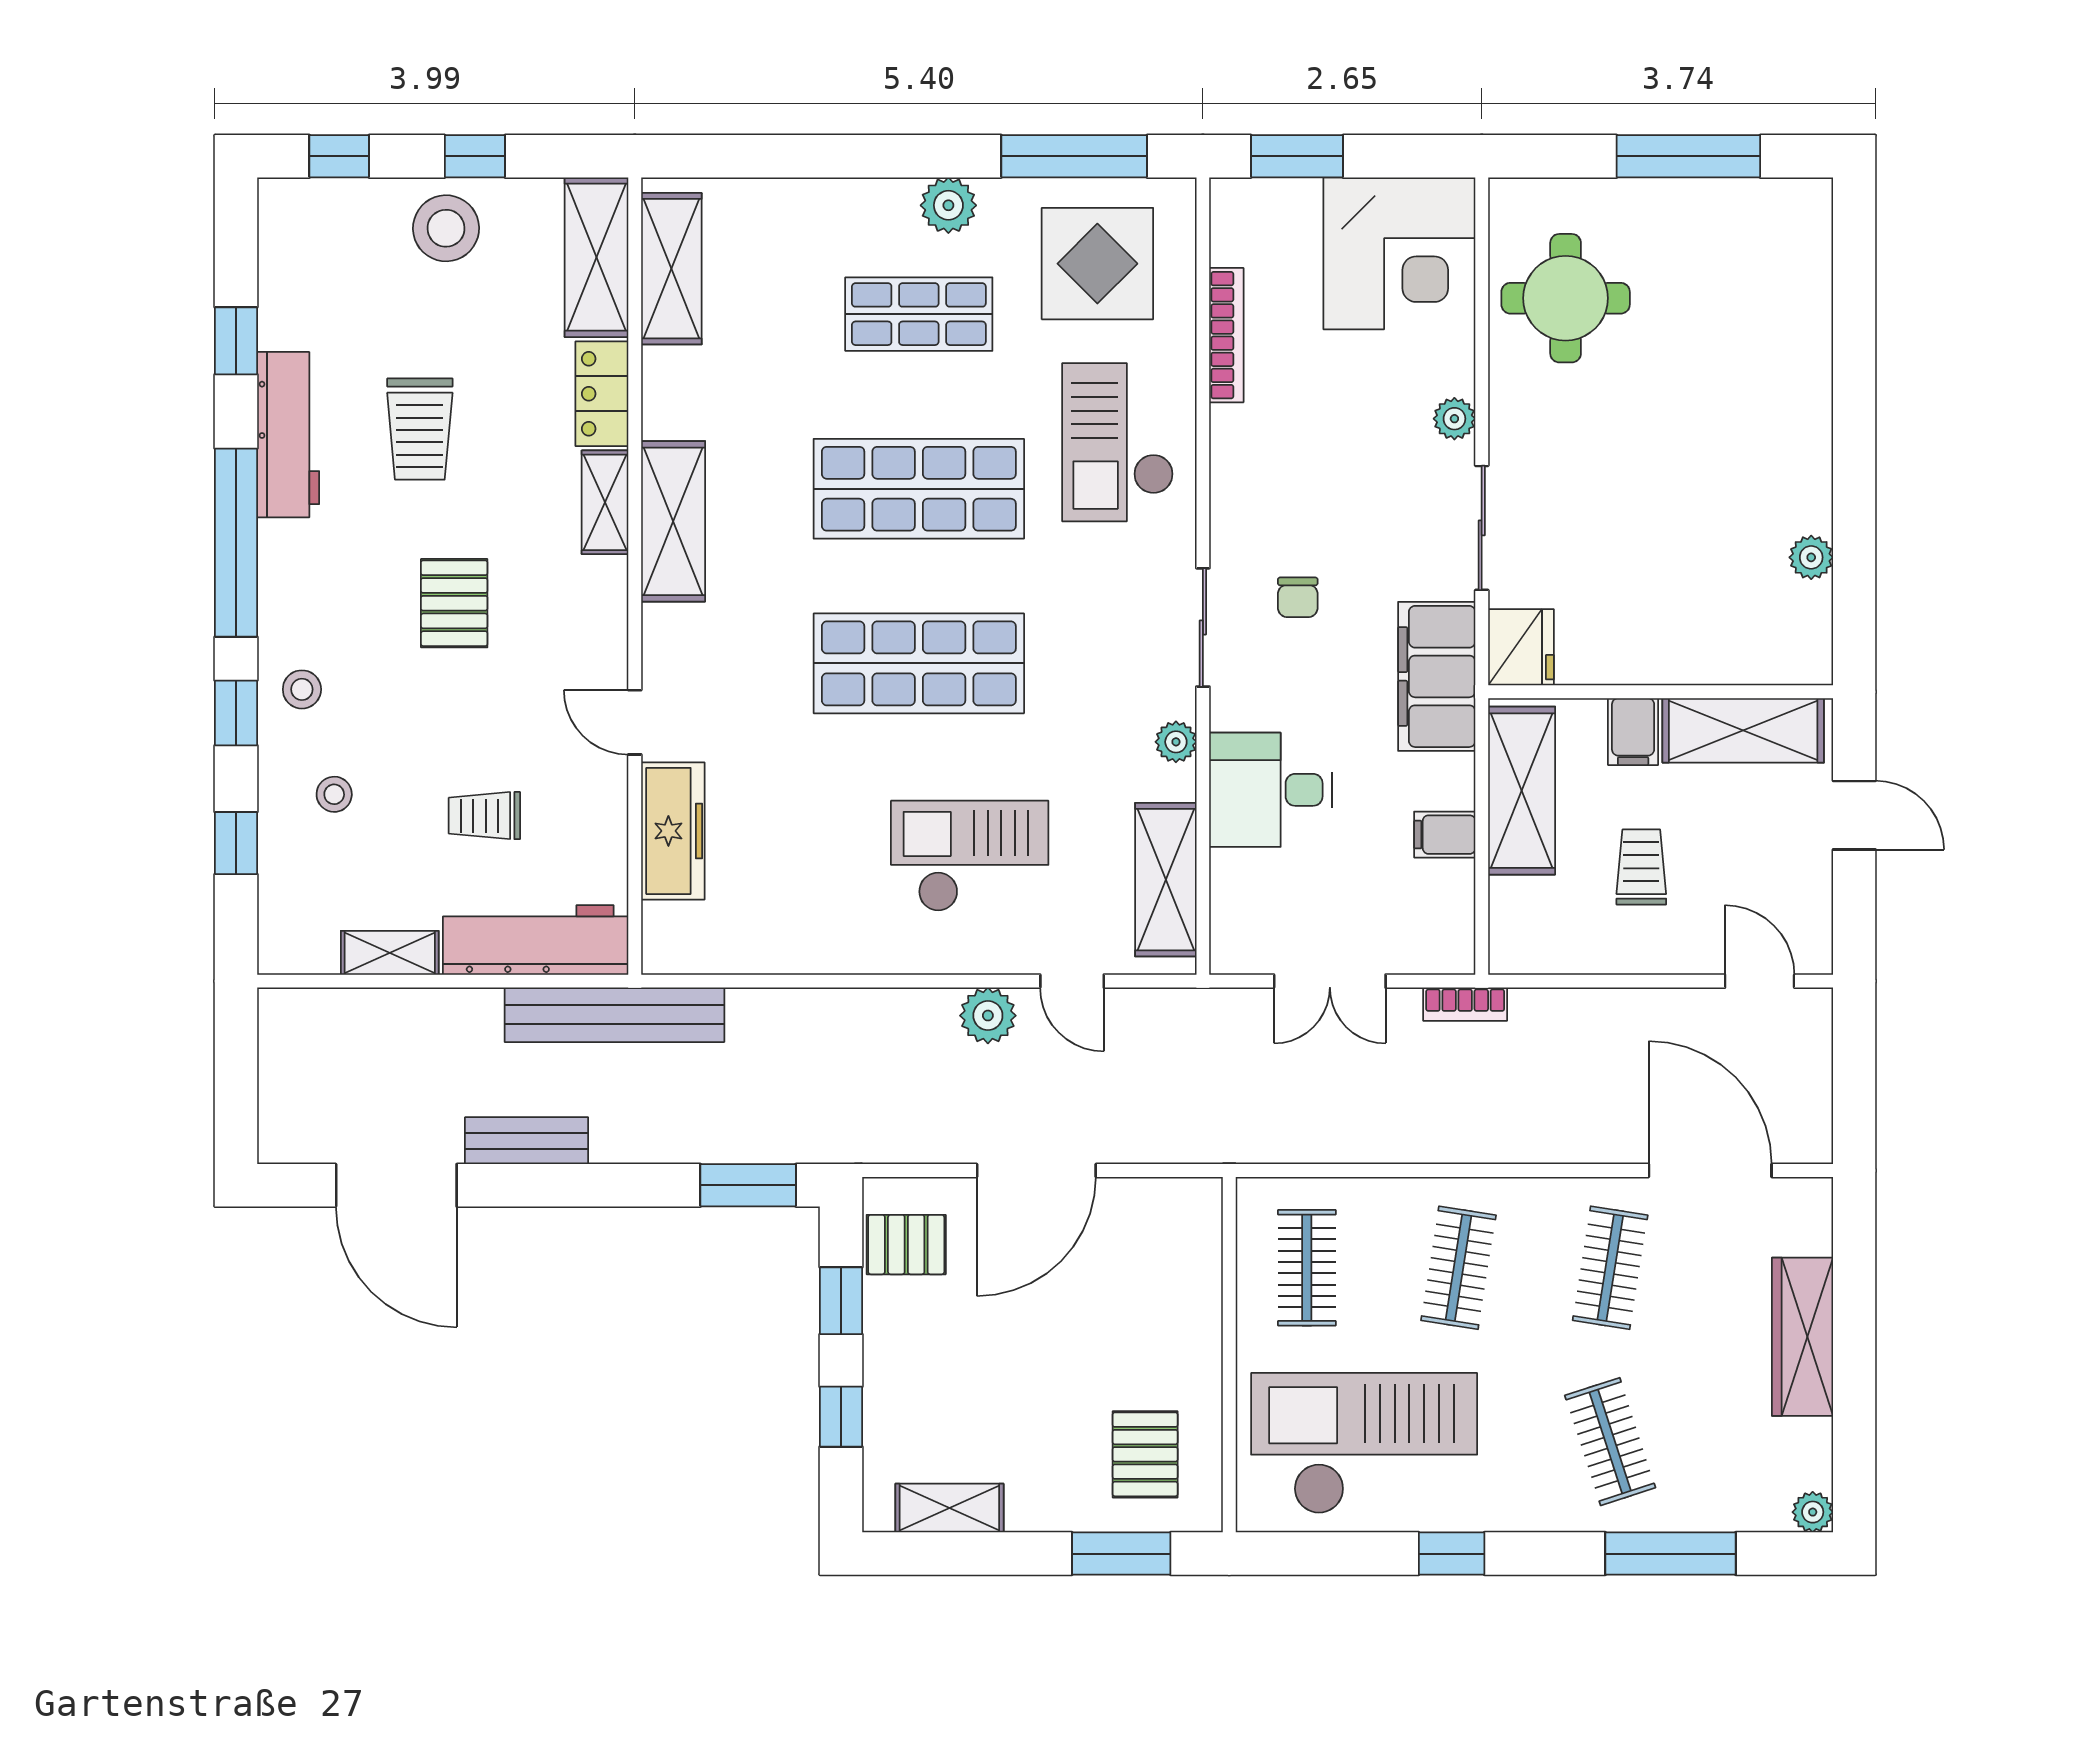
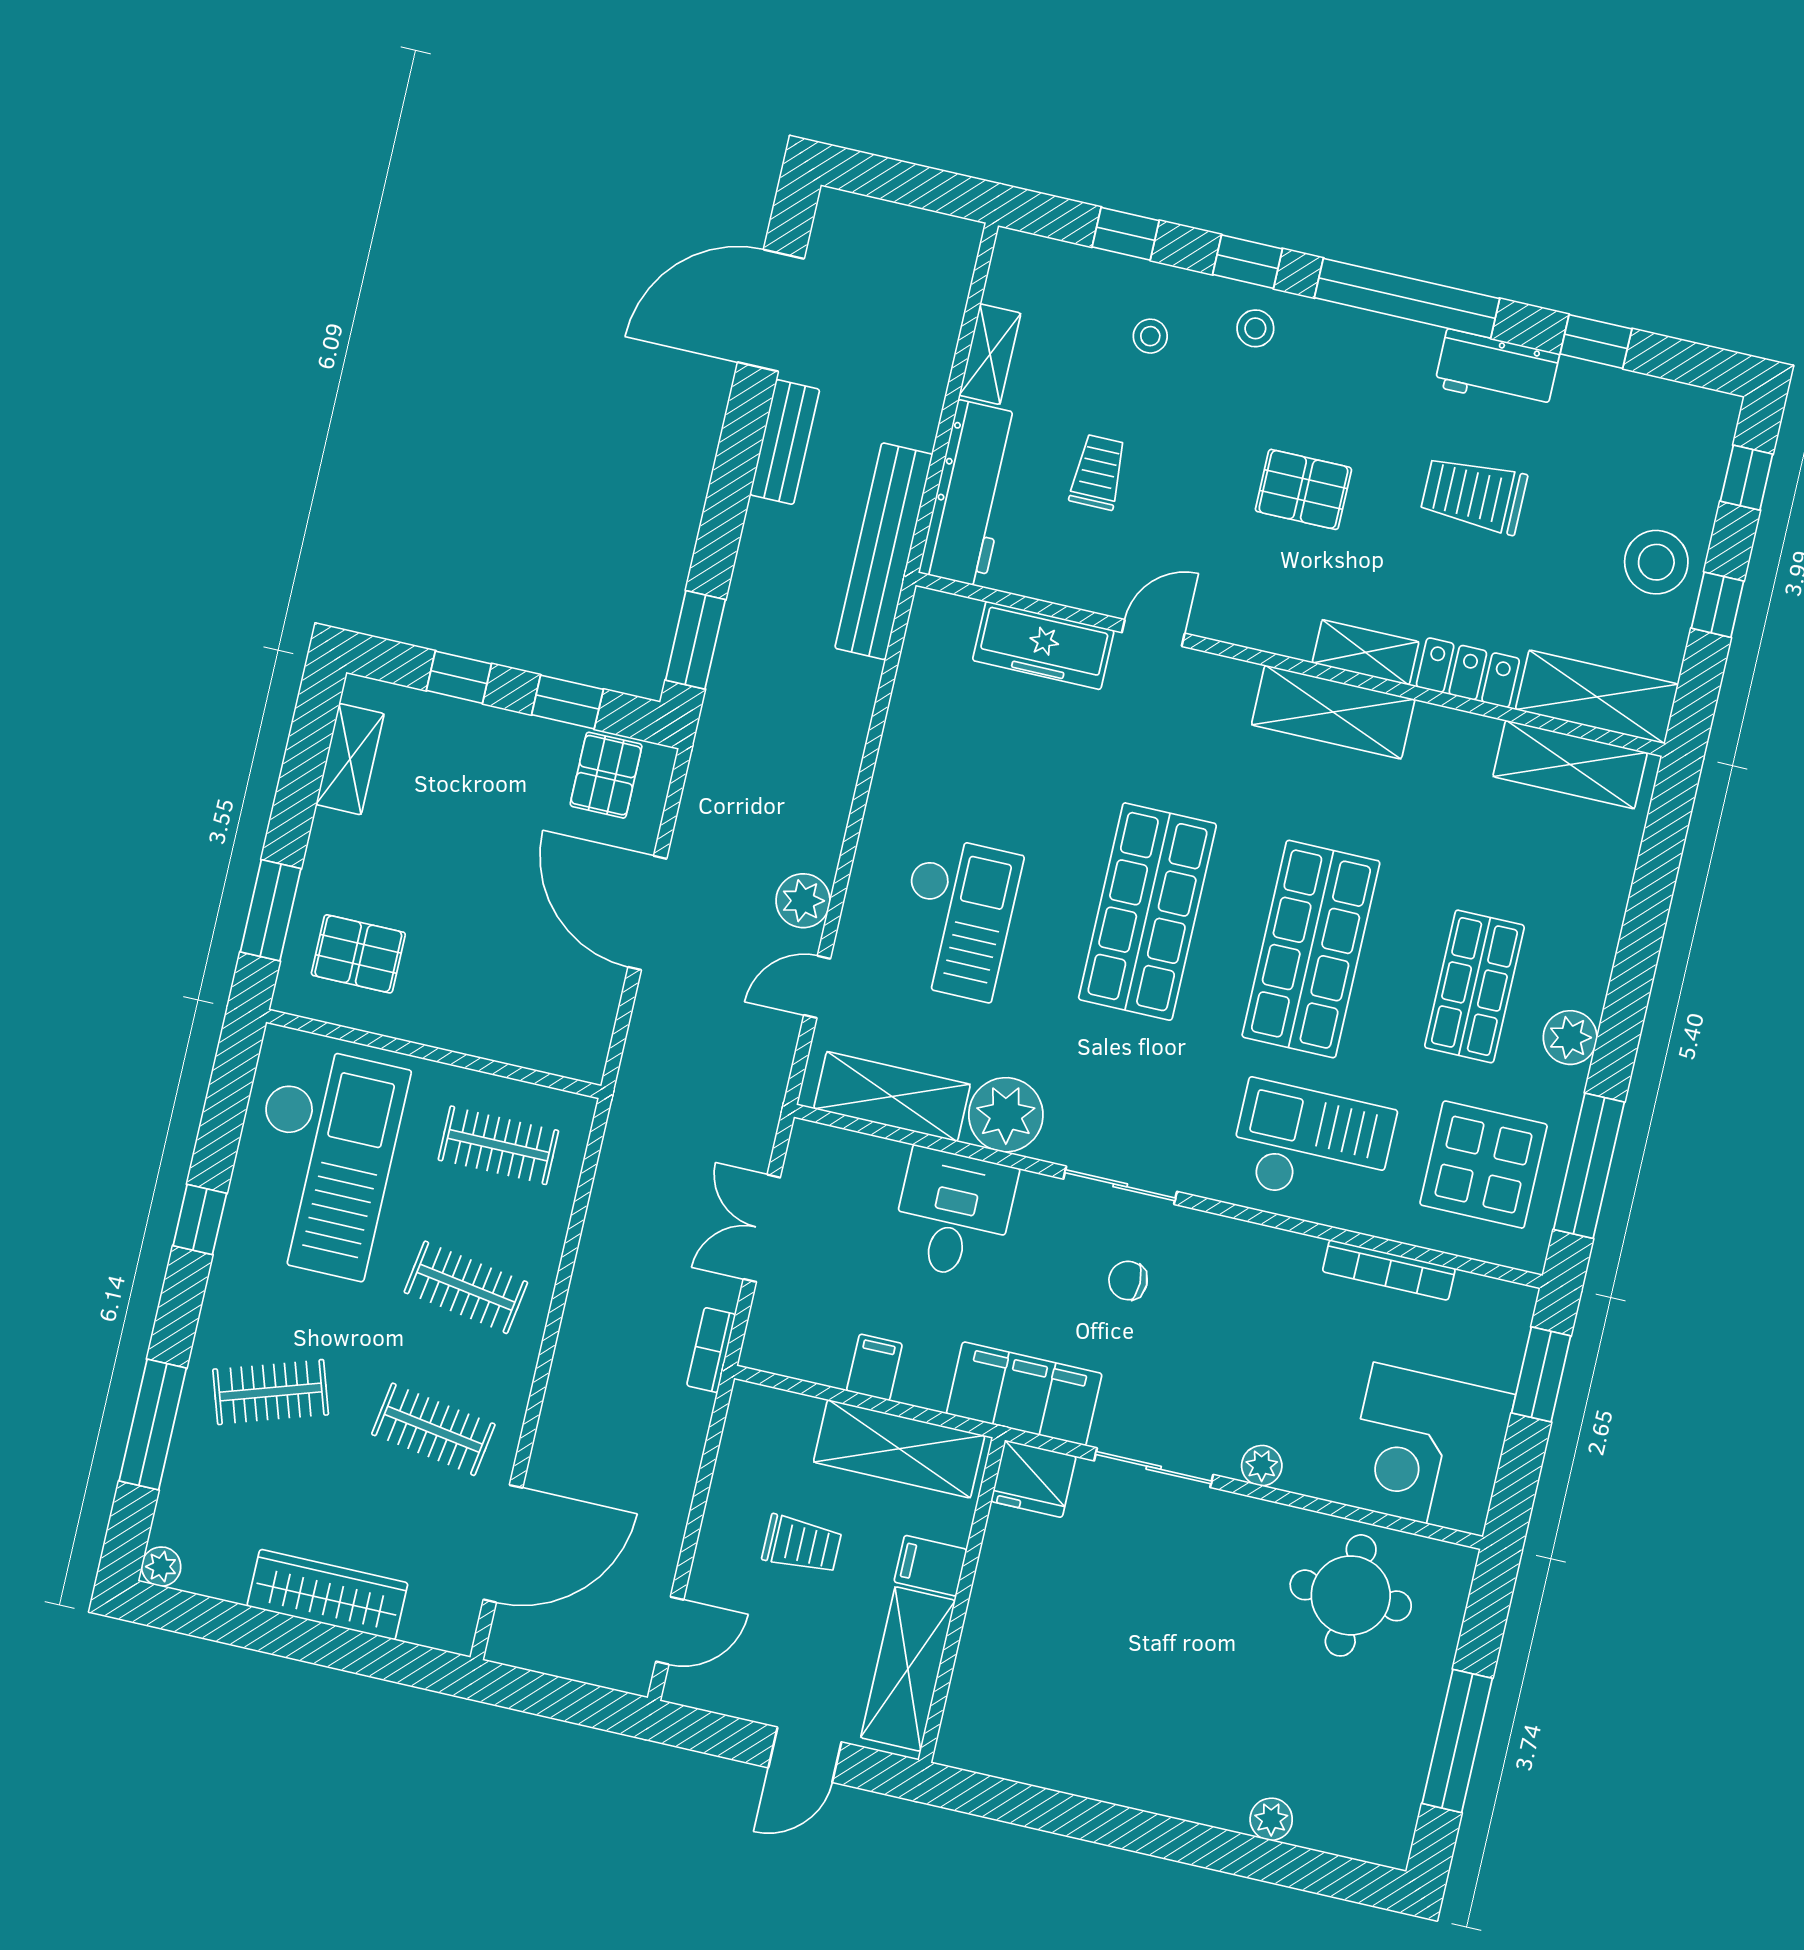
workbench: (288, 435) -> (1497, 370), width x0.73
plant: (1811, 557) -> (1271, 1819), moved
plant: (1176, 742) -> (1006, 1115), width x1.87, depth x1.87

